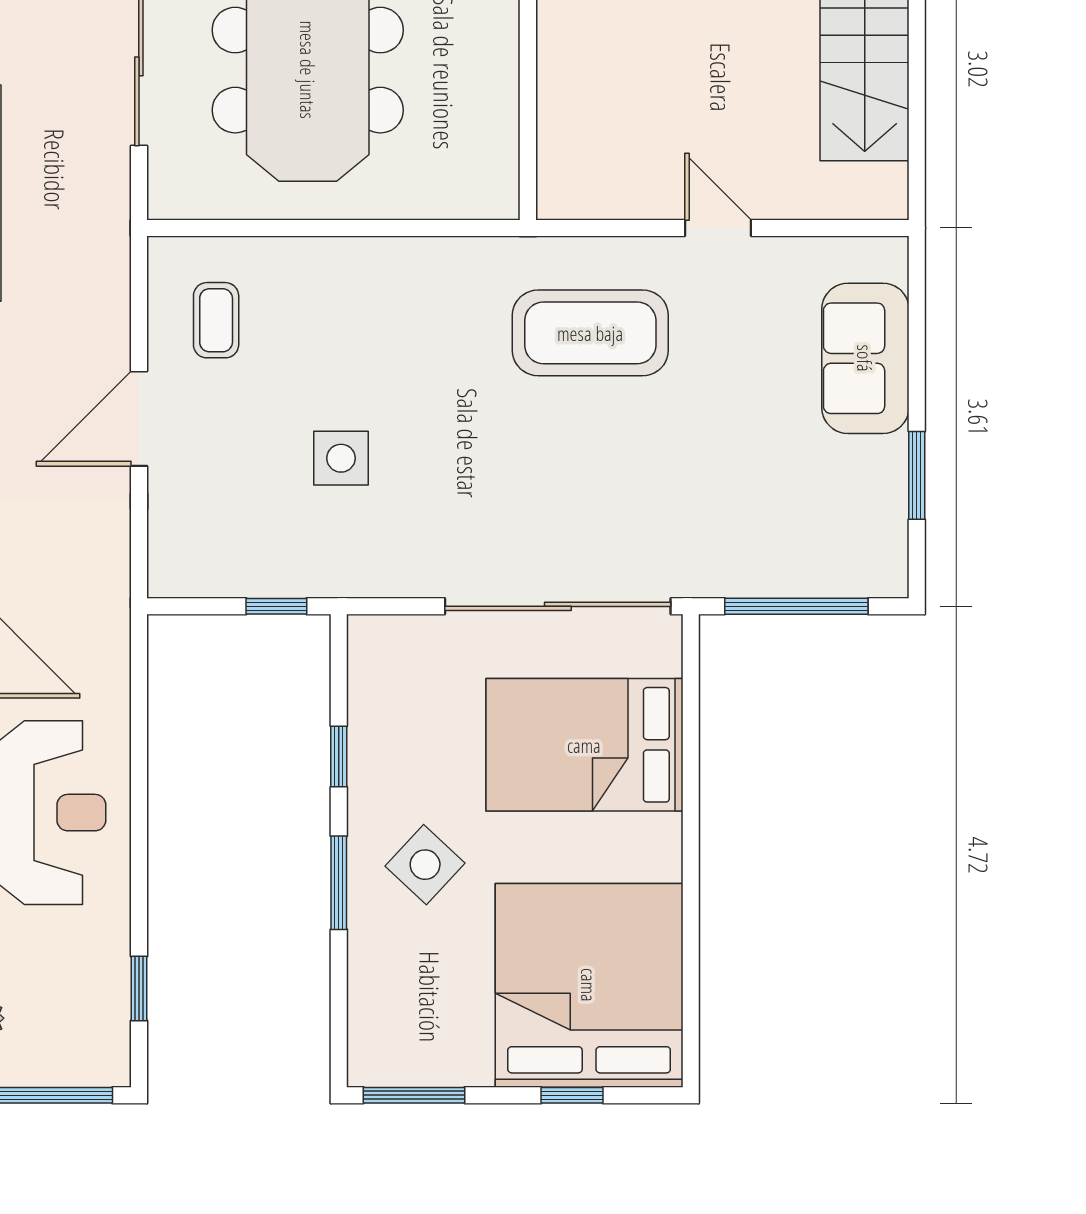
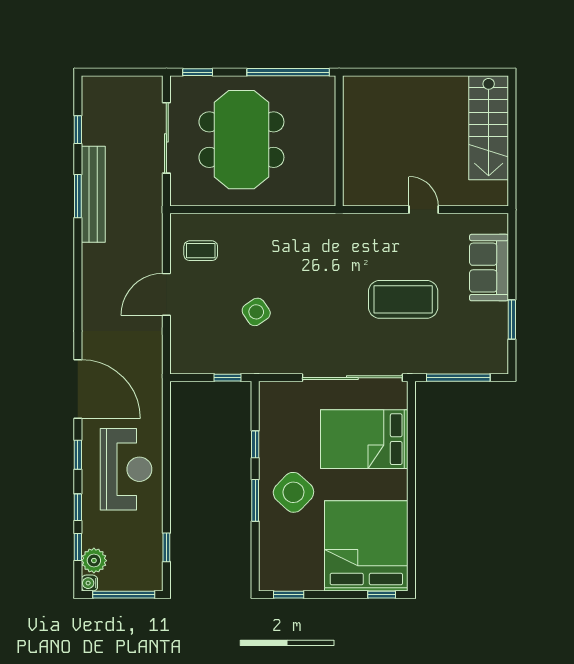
coffee table: (216, 320) -> (201, 251), turned 90
coffee table: (590, 333) -> (403, 299), moved
side table: (341, 458) -> (256, 312), turned -34
side table: (425, 865) -> (293, 492), width x1.37, depth x1.37
window: (414, 1095) -> (289, 595), width x0.67
window: (572, 1095) -> (382, 595), moved

